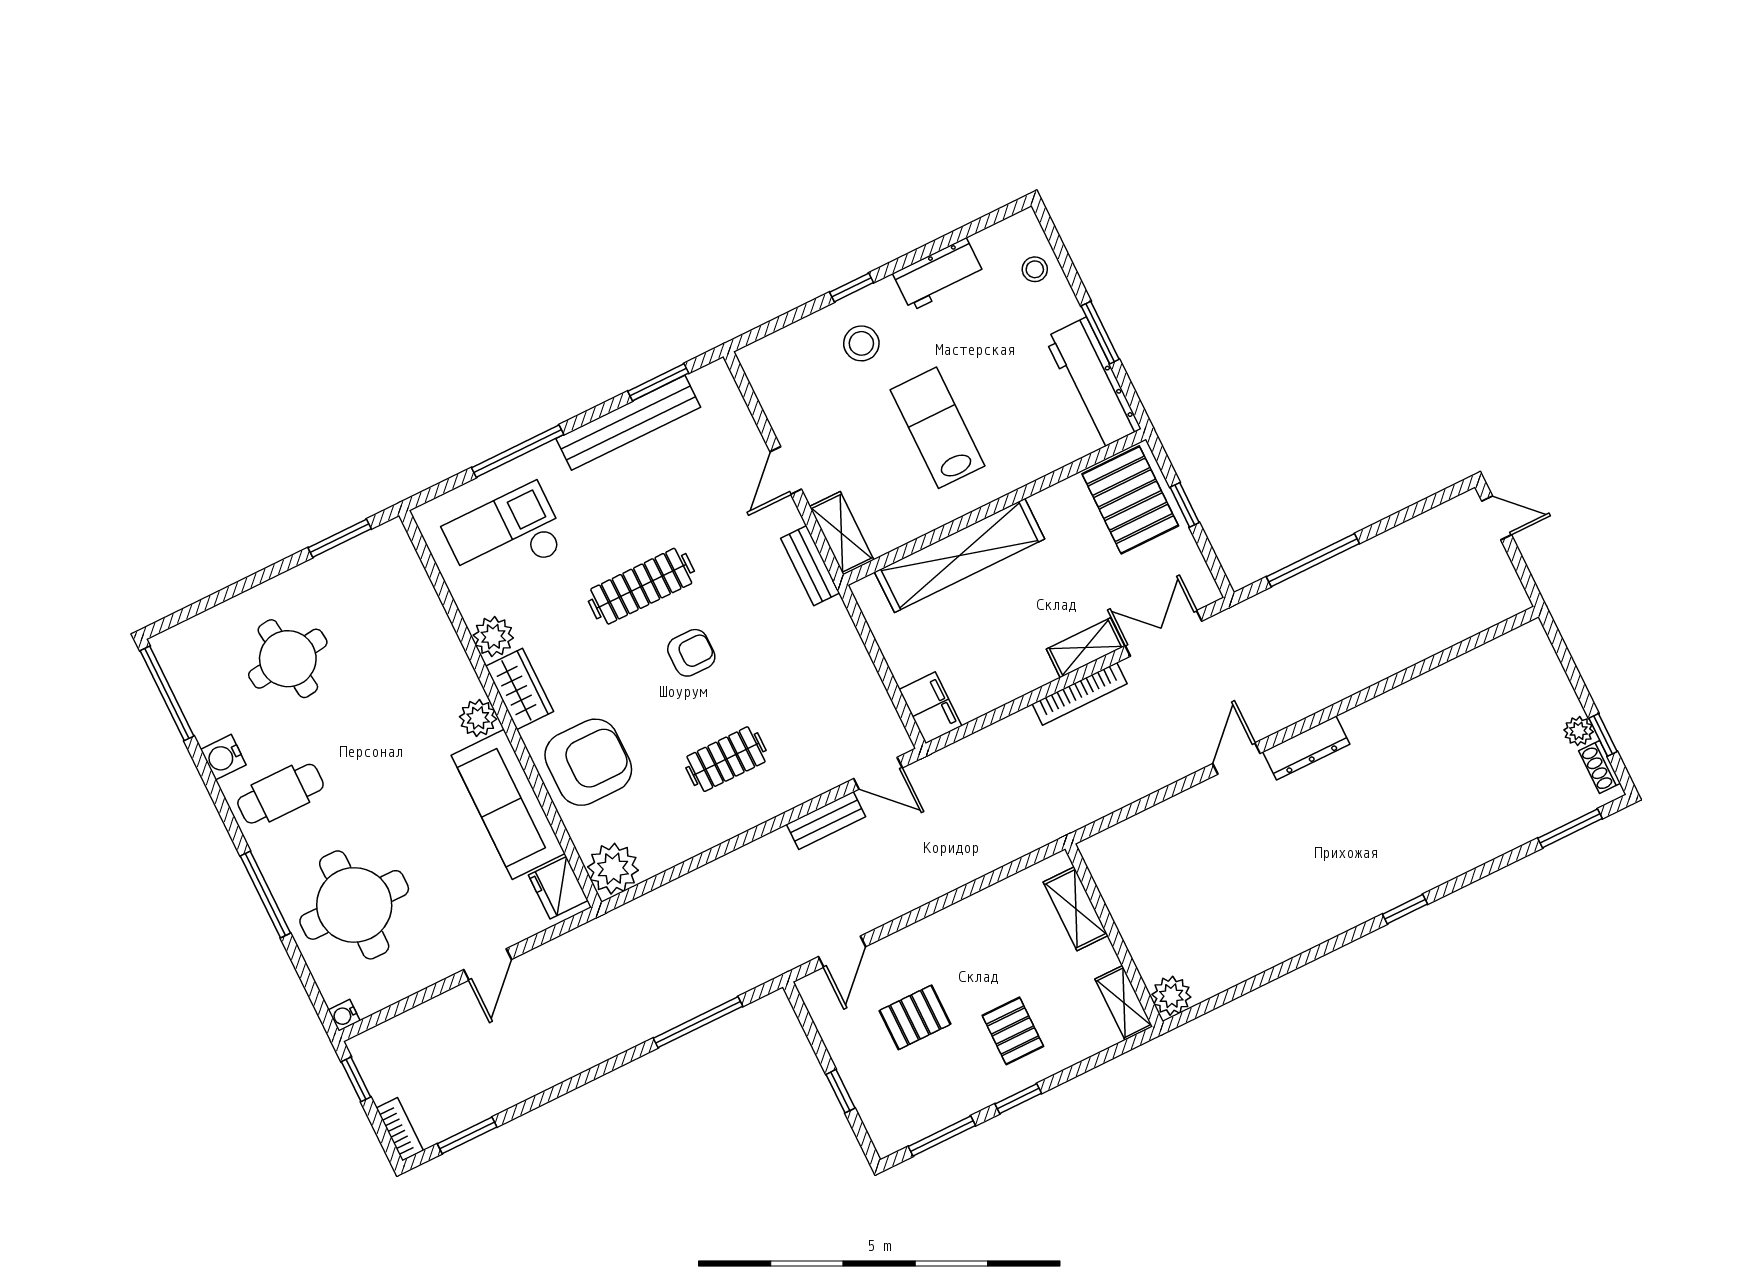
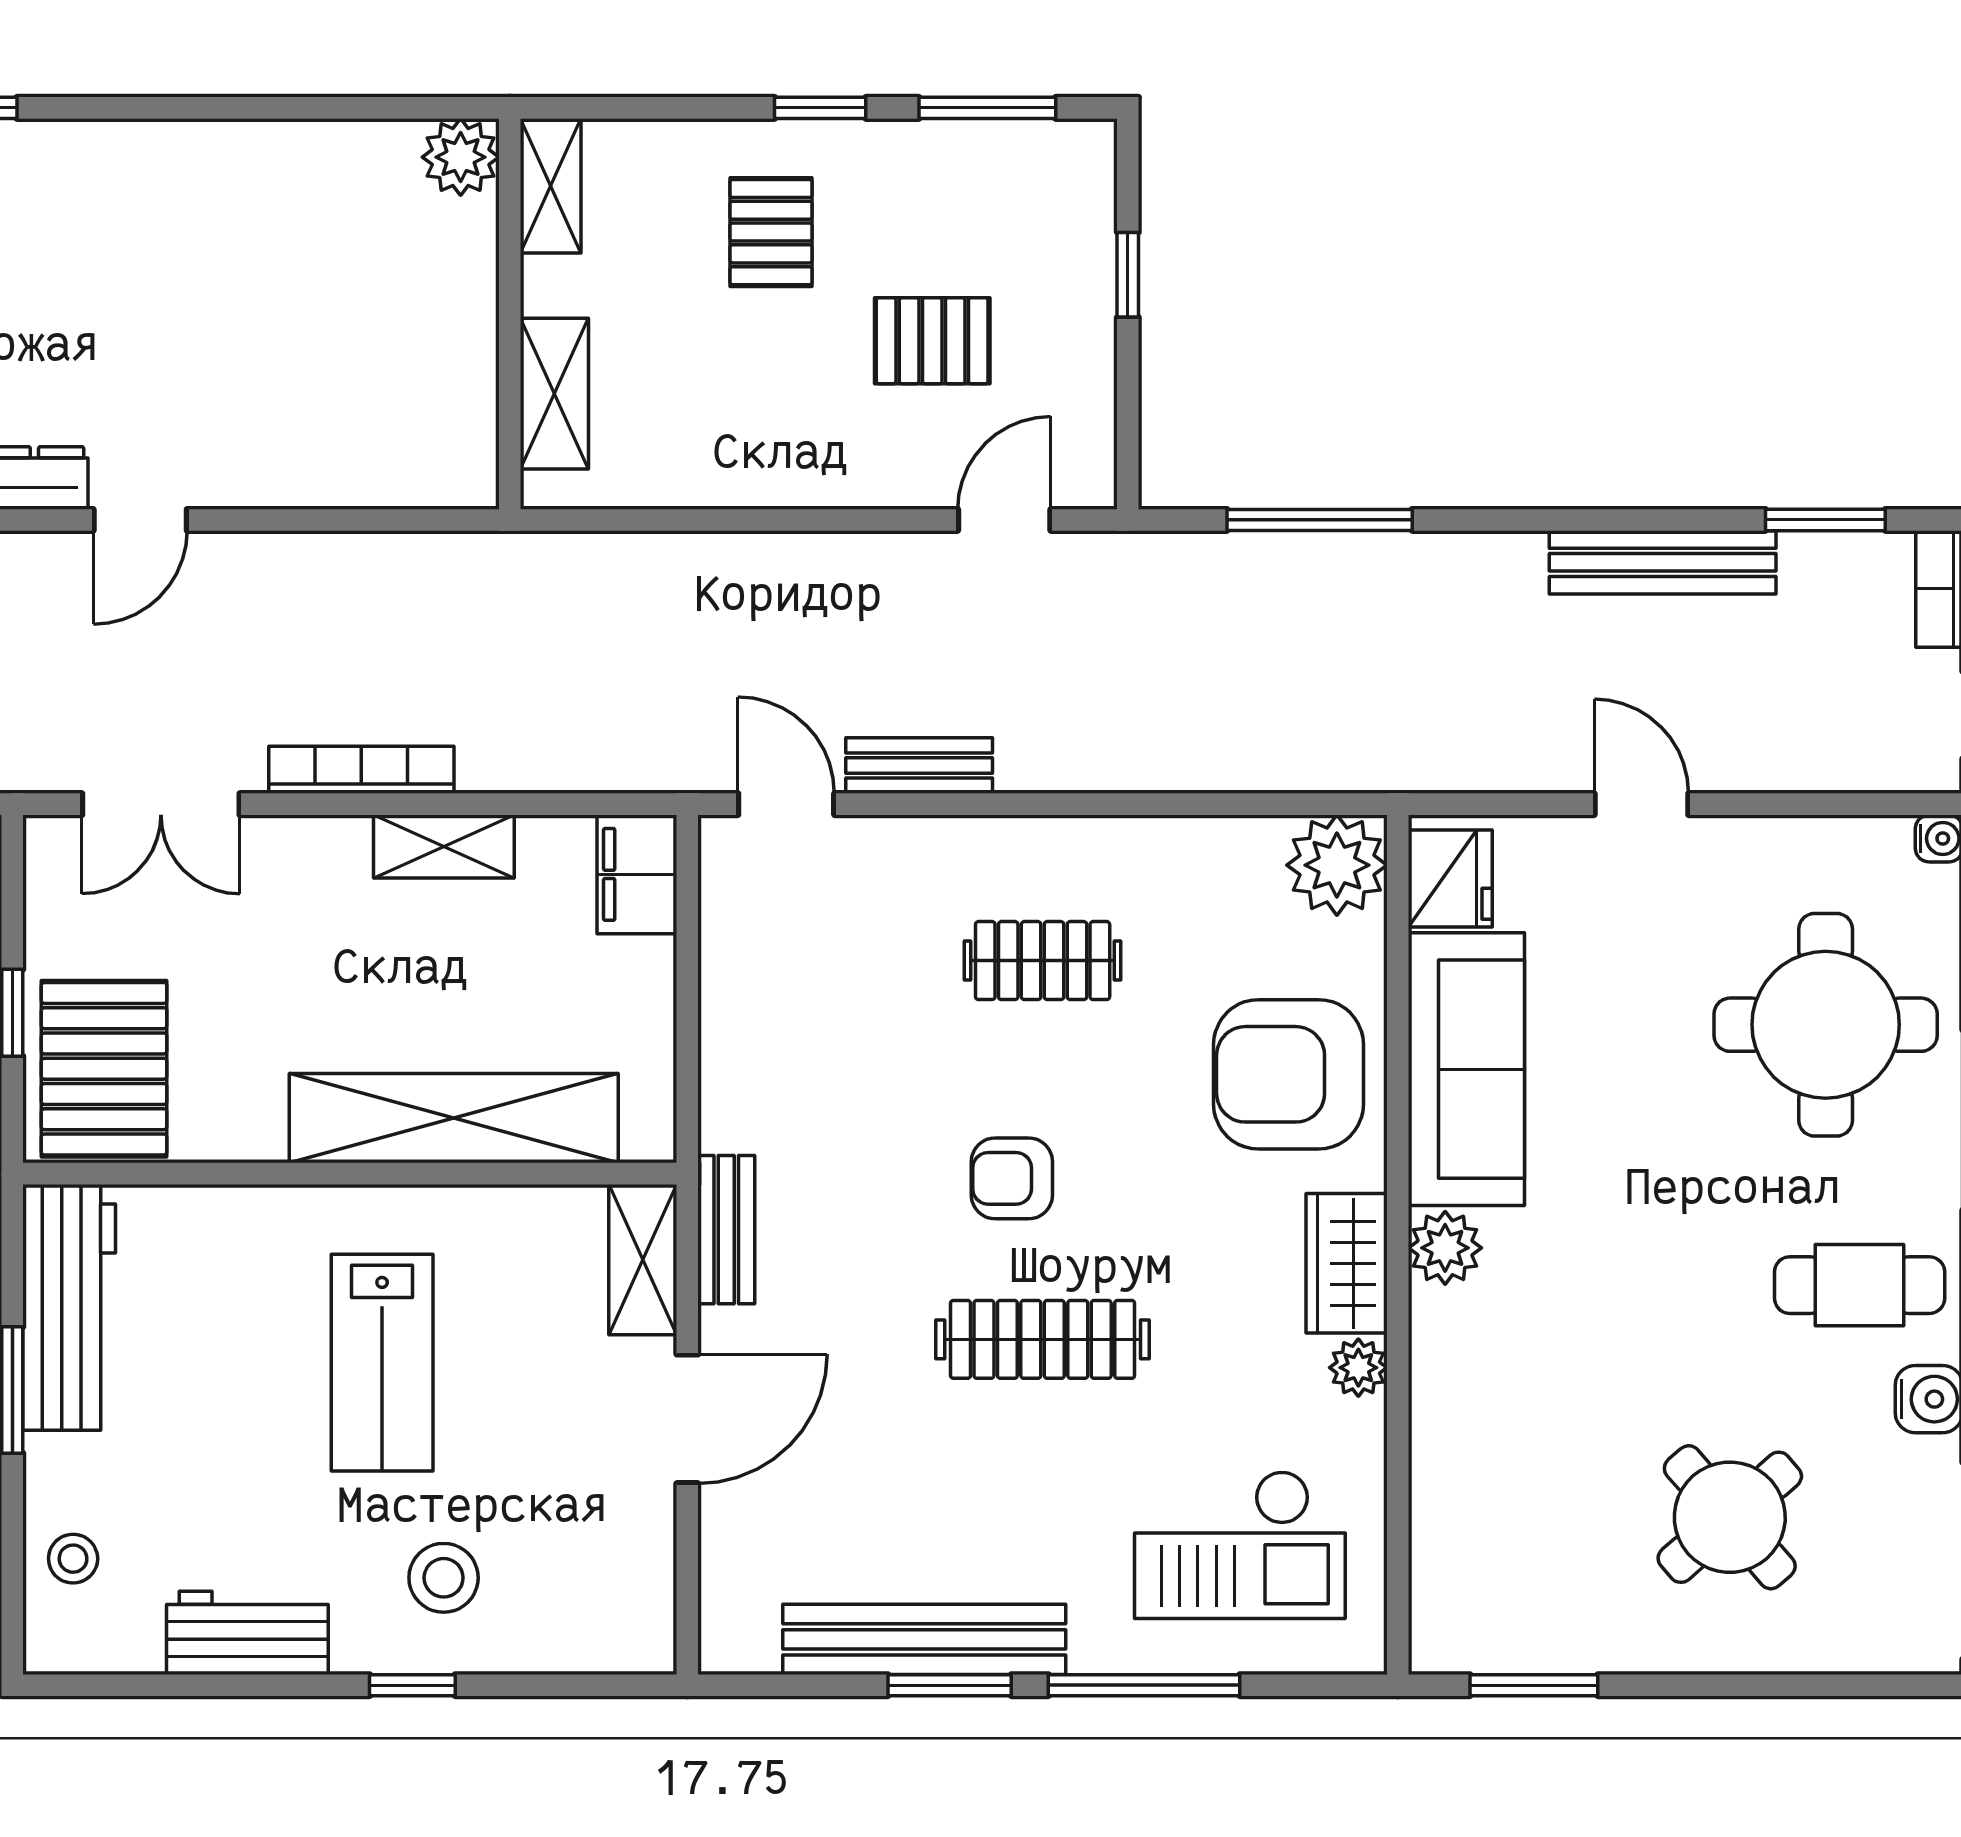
window: (658, 382) -> (950, 1685), moved
door: (786, 470) -> (687, 1419), width x1.38
plant: (493, 637) -> (1358, 1368), width x0.73, depth x0.73
shelving: (1085, 648) -> (444, 846), moved
round table: (288, 659) -> (1730, 1517), turned -34
door: (488, 964) -> (1641, 804), hinge flipped
bench: (532, 1080) -> (1663, 562), added

